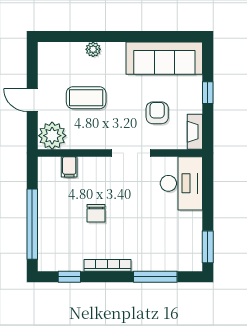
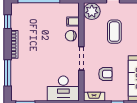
chair: (96, 213) -> (71, 36), moved

